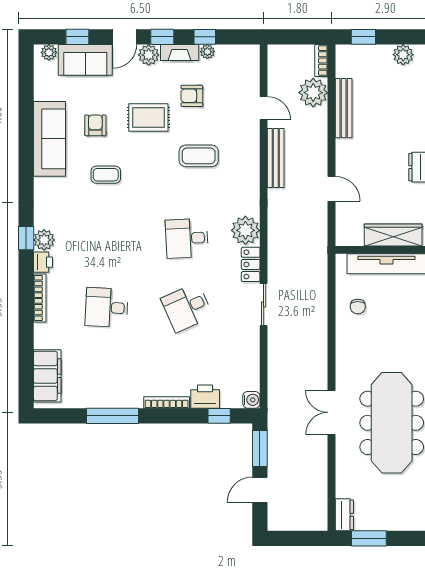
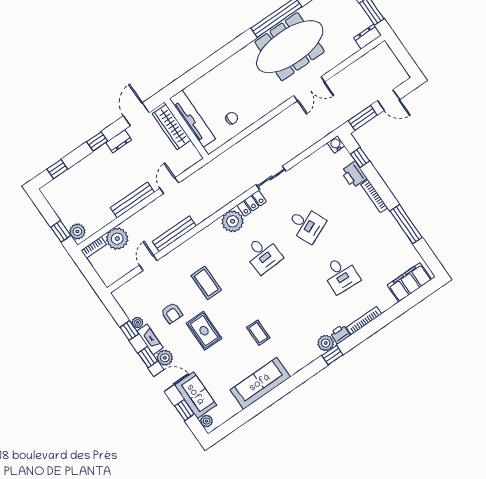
plant: (403, 55) -> (77, 232), moved
bench: (344, 108) -> (132, 200), moved
armchair: (95, 125) -> (232, 361), removed

